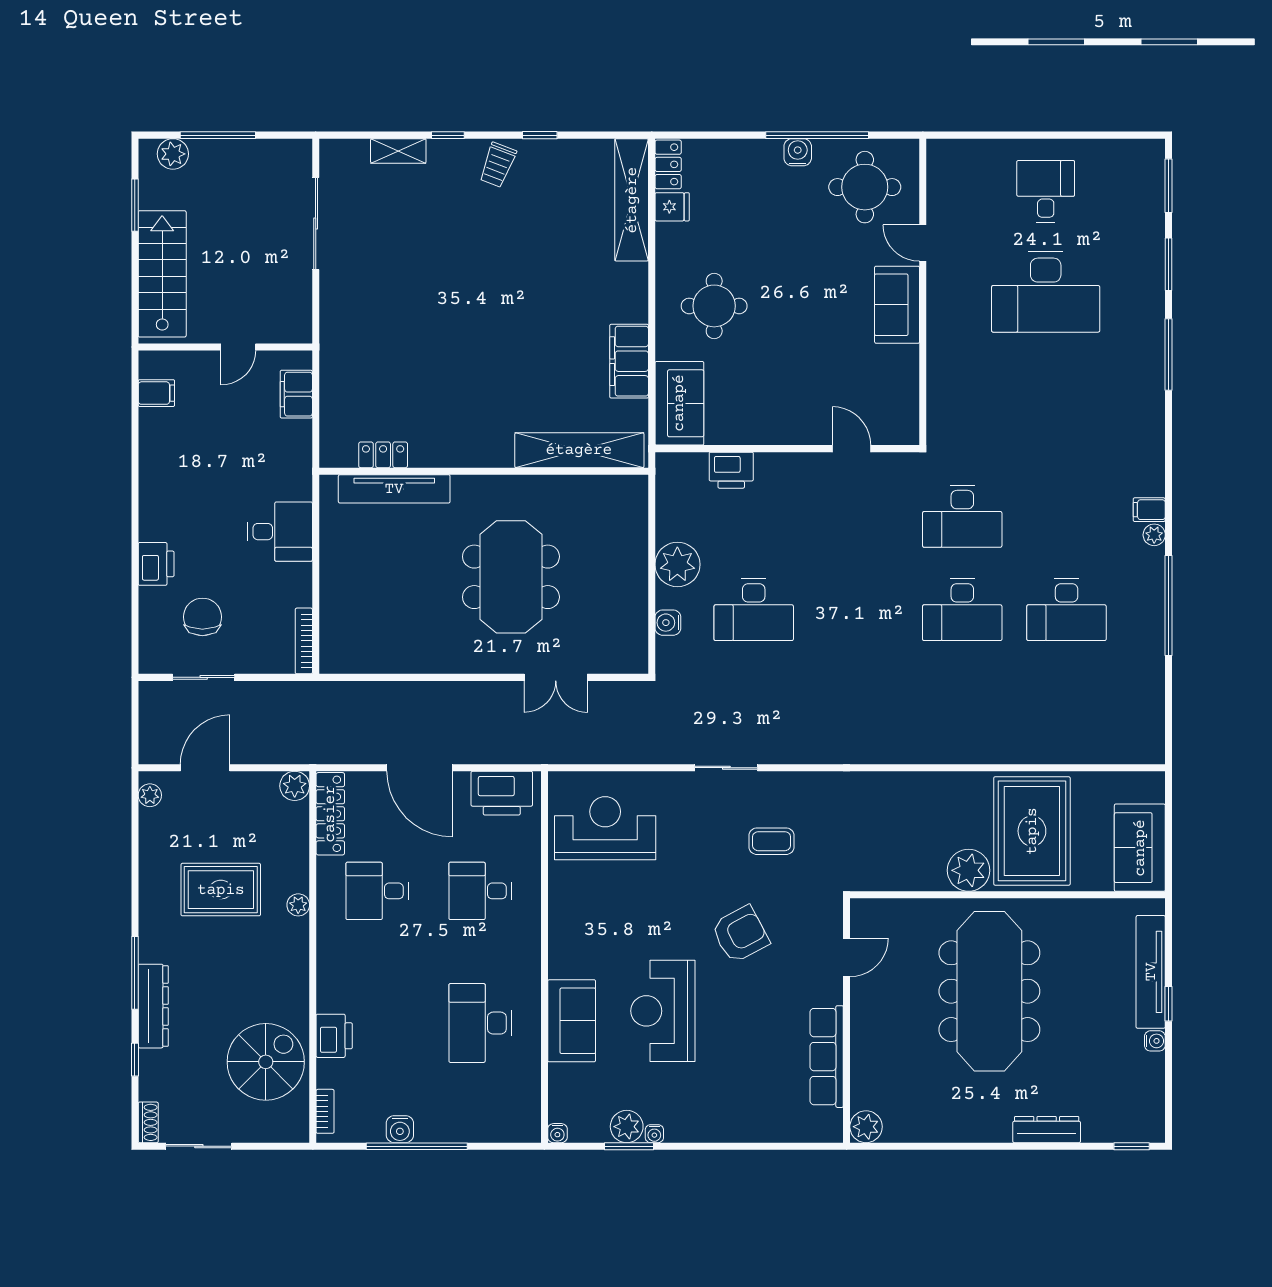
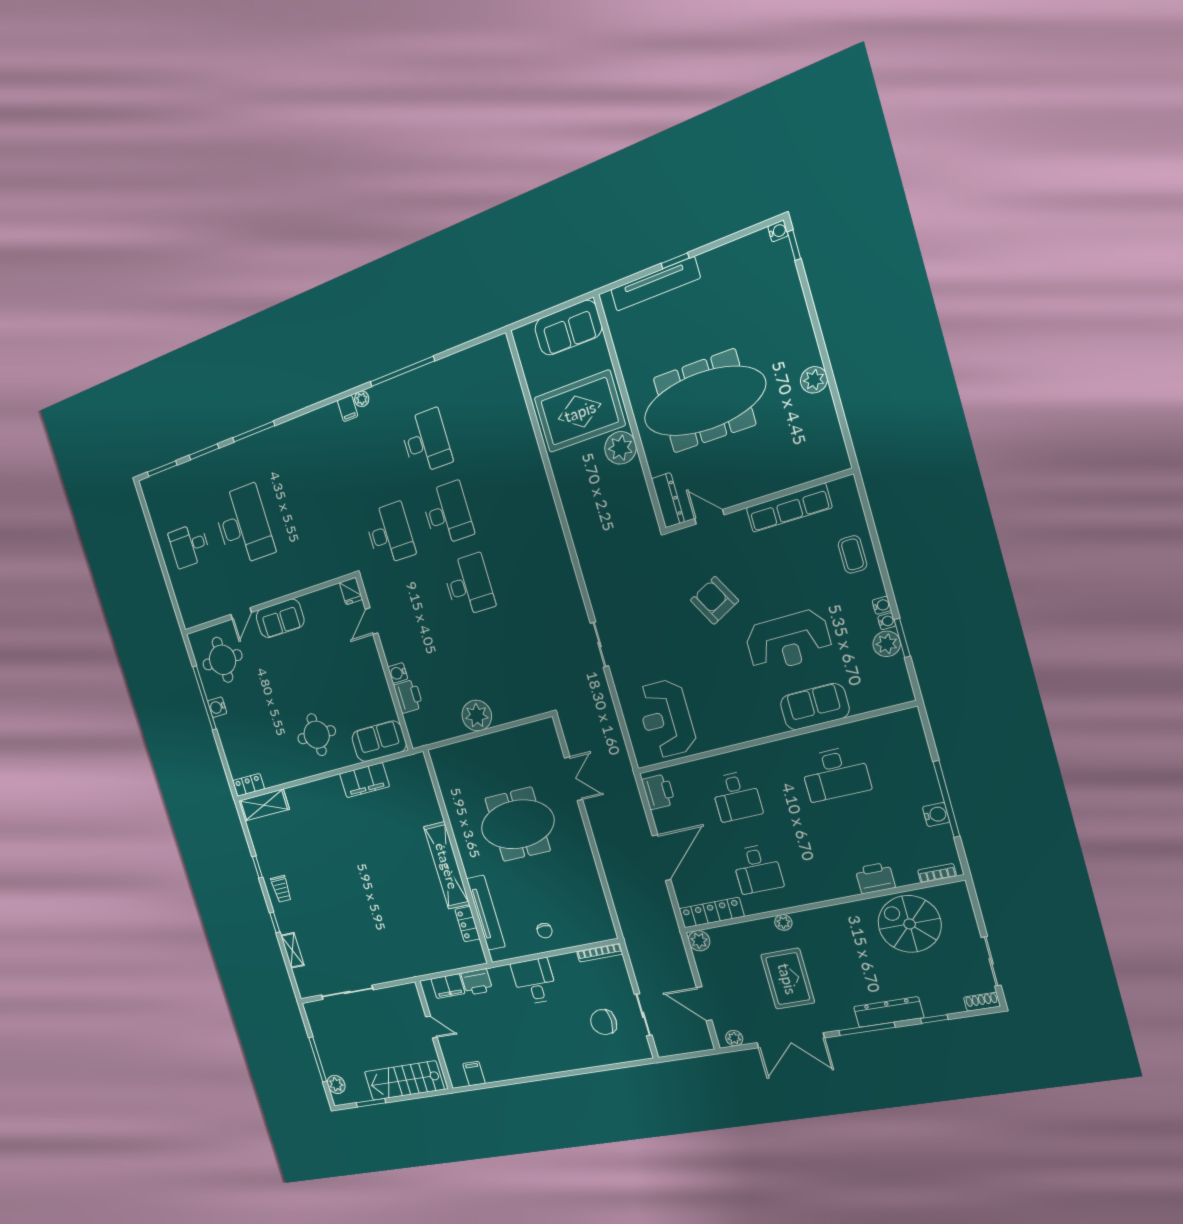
trolley: (498, 165) -> (281, 889), turned 69
shelving: (632, 200) -> (264, 805), width x0.68
fridge: (672, 207) -> (351, 591), moved, turned 180
shelving: (579, 450) -> (447, 866), moved
printer: (156, 564) -> (477, 982), moved, turned 180
chair: (351, 570) -> (545, 931), added
desk: (754, 610) -> (469, 585), moved
water cooler: (668, 623) -> (398, 673), moved, turned 90
printer: (502, 793) -> (658, 792), width x0.73, depth x0.84
coffee table: (772, 841) -> (852, 554), moved
double door: (135, 870) -> (790, 1040), added
water cooler: (1155, 1041) -> (778, 231), moved, turned 90
plant: (866, 1127) -> (814, 380), moved
dresser: (1047, 1130) -> (668, 500), moved, turned 180
water cooler: (557, 1133) -> (882, 605), moved

